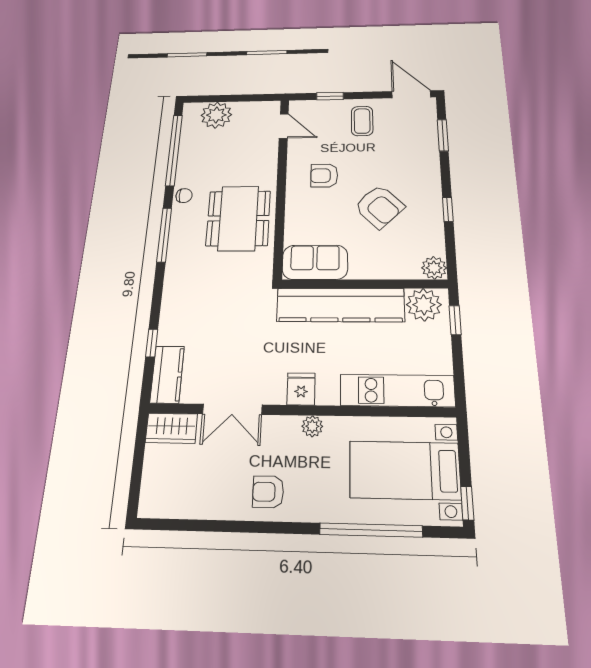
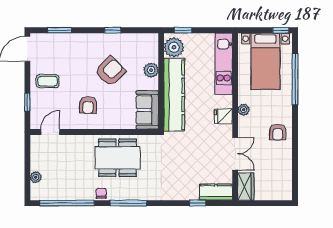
plant: (216, 115) -> (36, 177), width x0.53, depth x0.53
plant: (434, 268) -> (151, 70), moved

